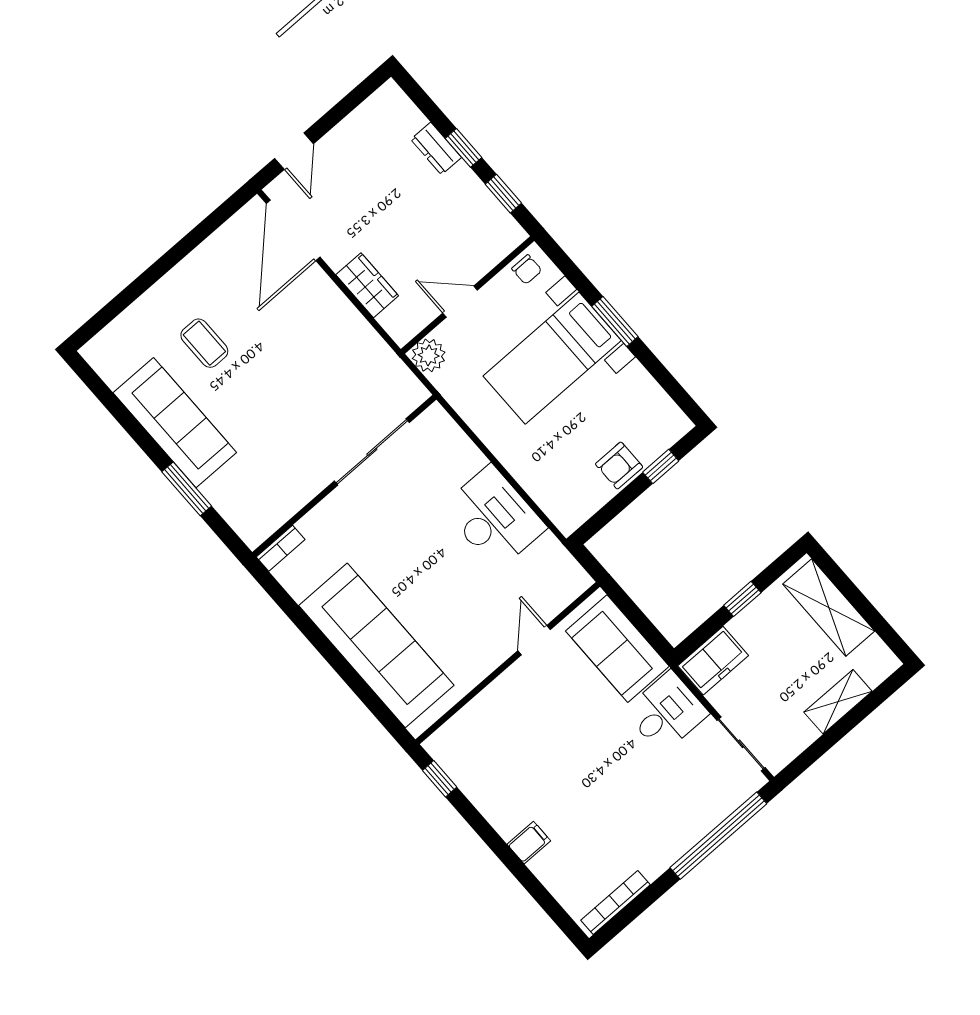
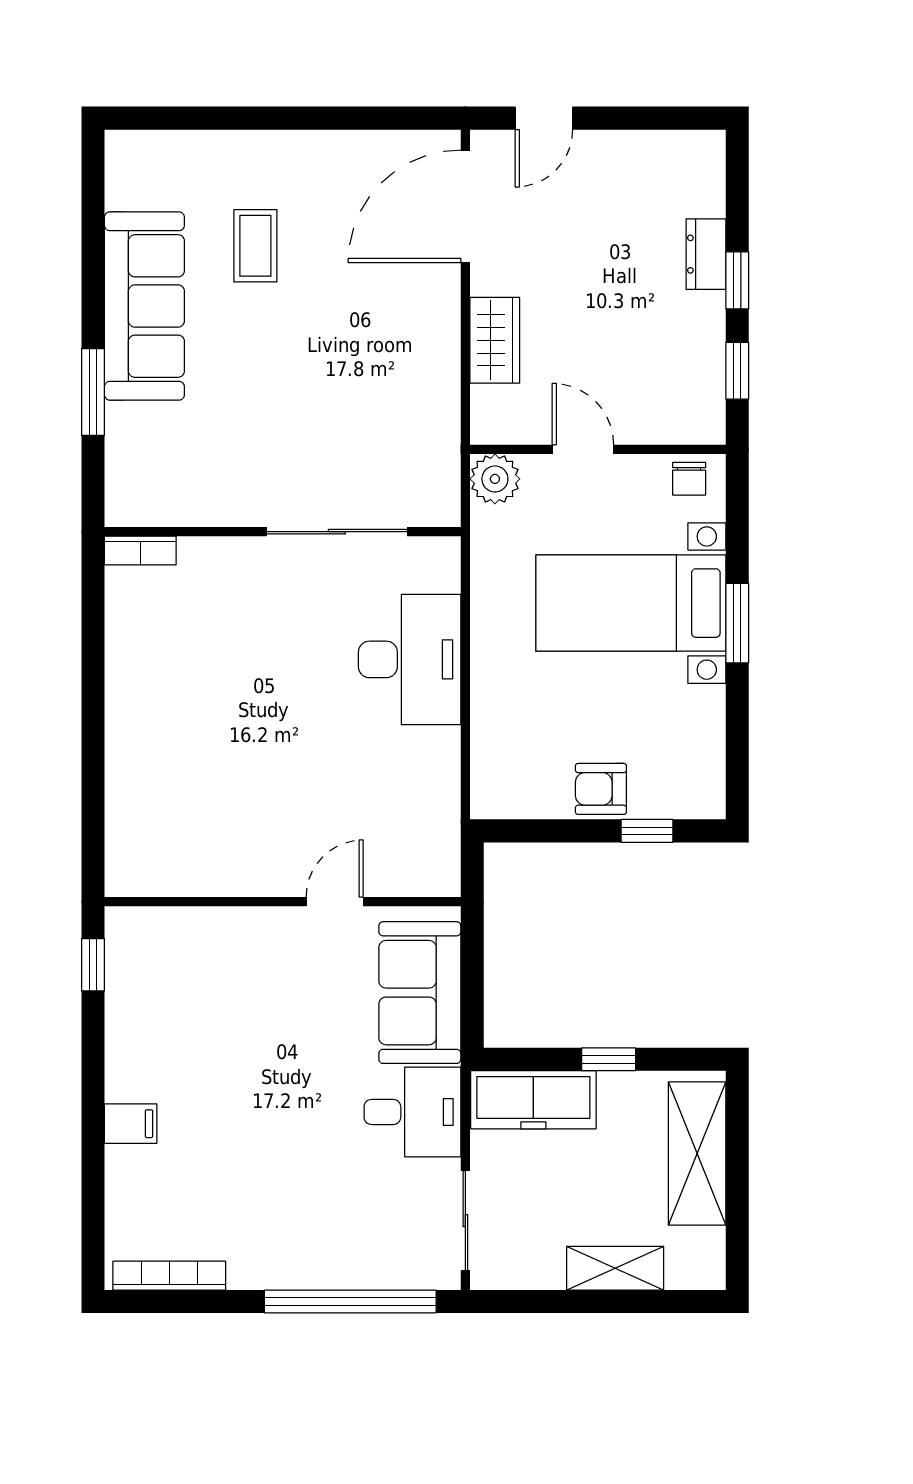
desk: (494, 517) -> (410, 659), moved
sofa: (376, 645) -> (152, 753), removed
freezer: (713, 661) -> (533, 1100), width x1.40

